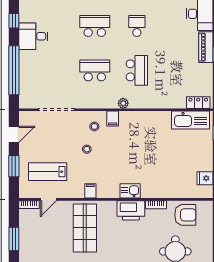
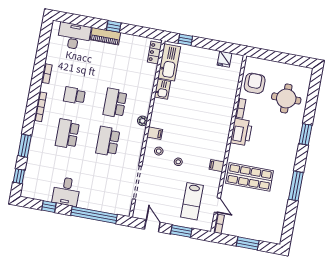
school desk: (137, 70) -> (115, 103), turned -90
kitchen sink: (130, 191) -> (162, 89), moved, turned 180

